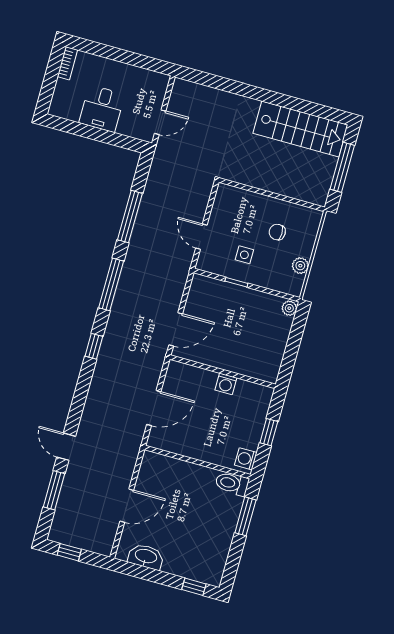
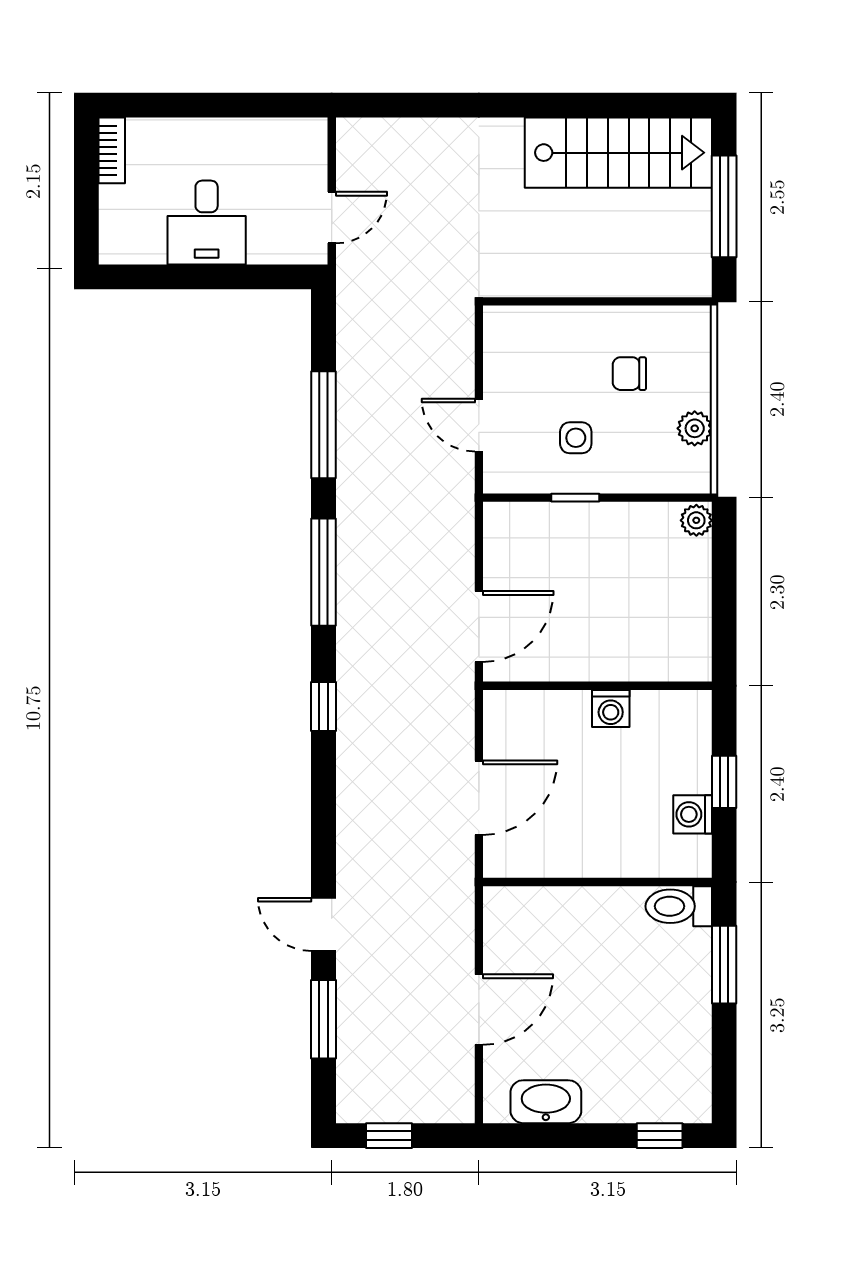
washing machine: (246, 459) -> (693, 814), moved

